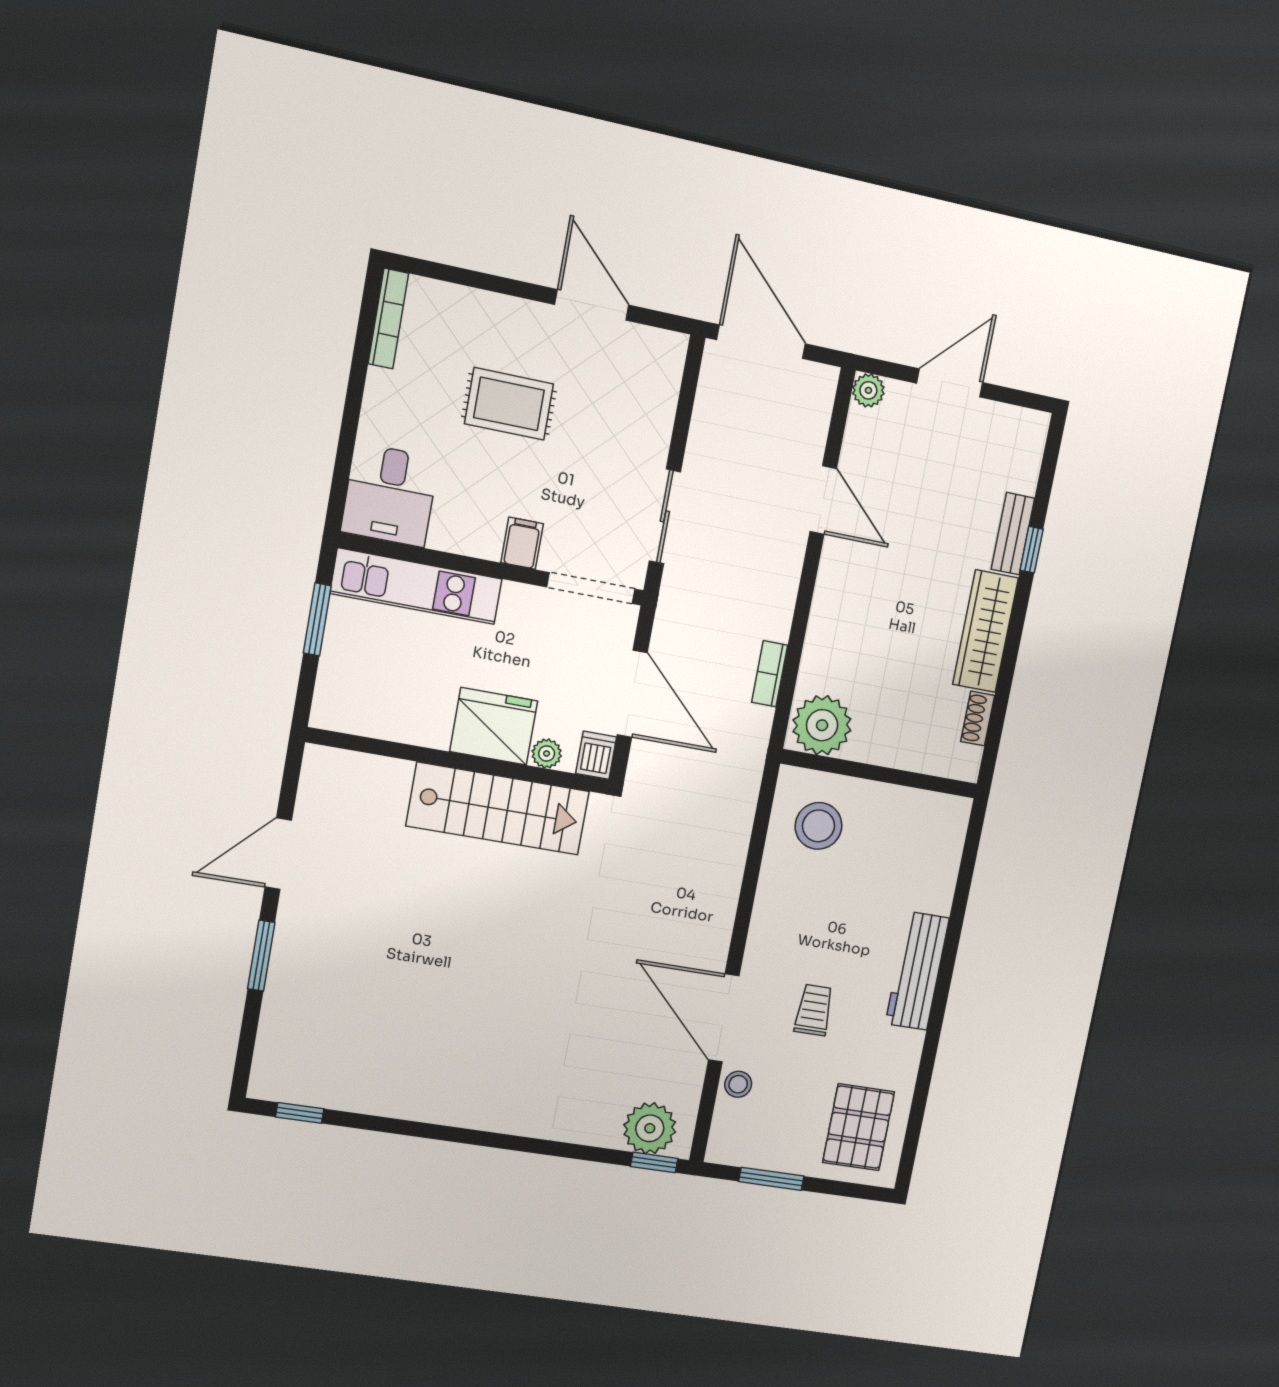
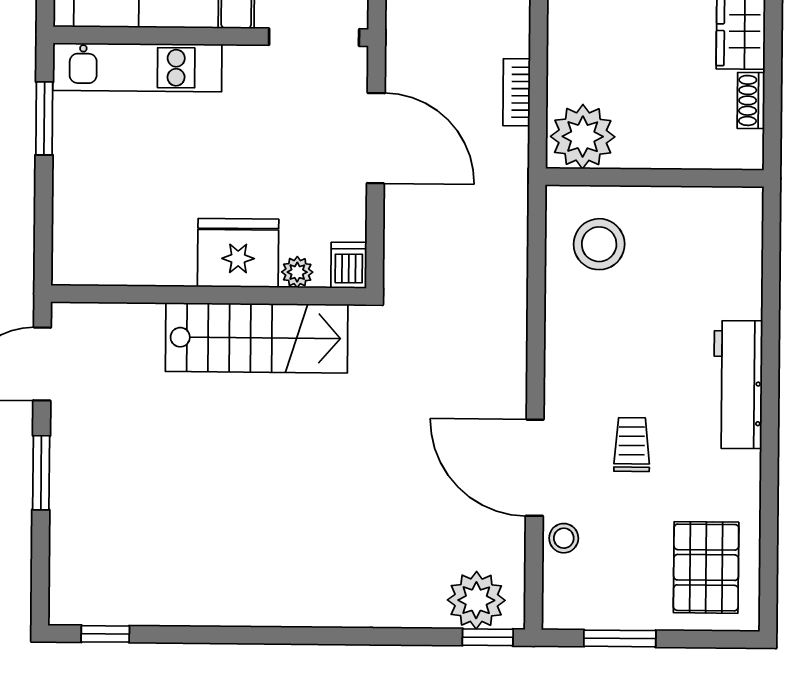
fridge: (494, 726) -> (238, 253), moved
plant: (547, 754) -> (297, 272), moved
dishwasher: (596, 755) -> (349, 265), moved
wall: (459, 761) -> (209, 295), moved
stairs: (498, 809) -> (257, 338), moved

